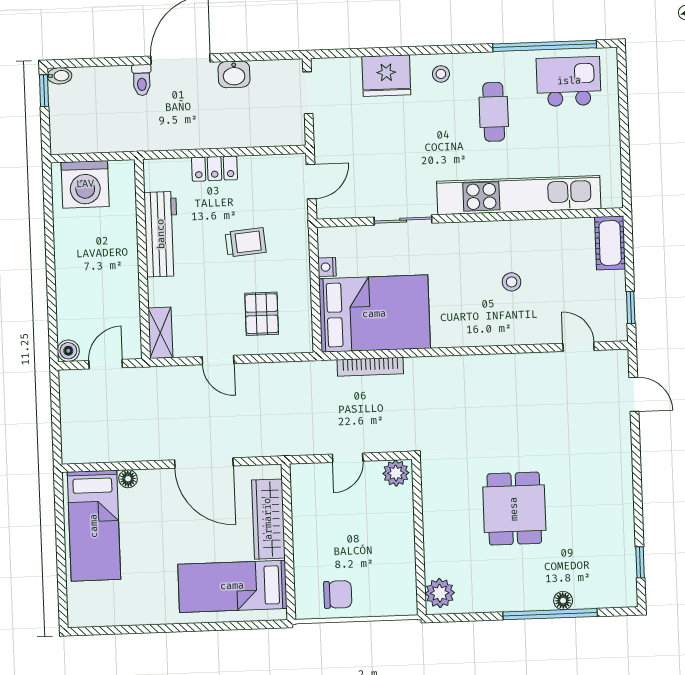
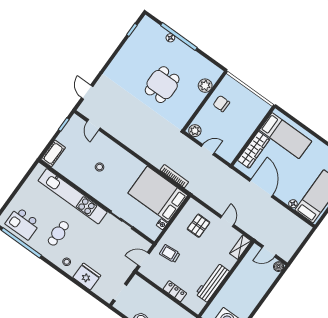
trolley: (246, 242) -> (170, 254), moved
plant: (440, 593) -> (205, 86), moved
chair: (338, 594) -> (221, 104), moved

